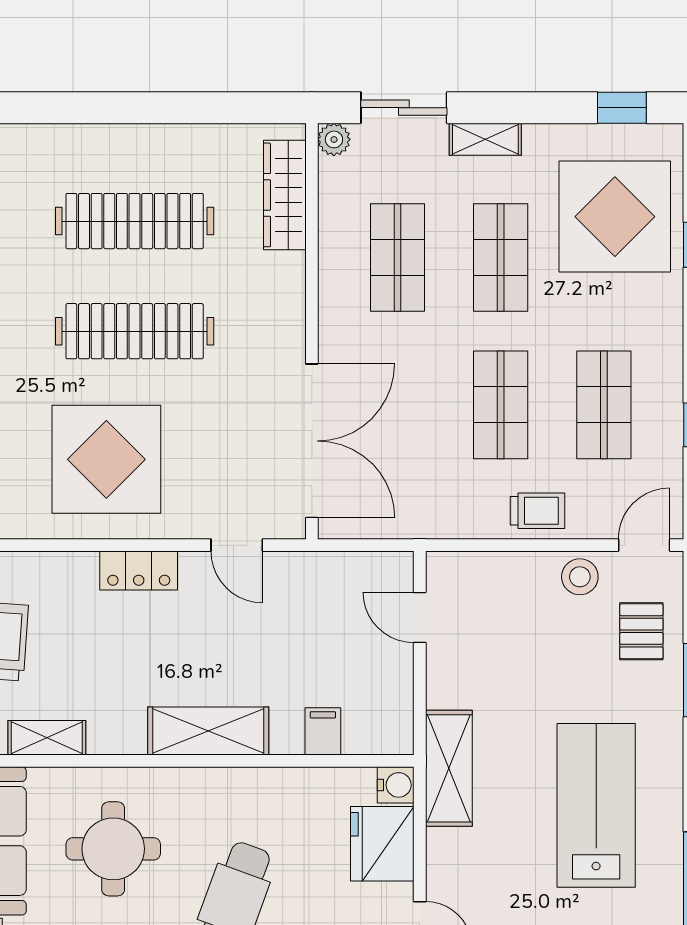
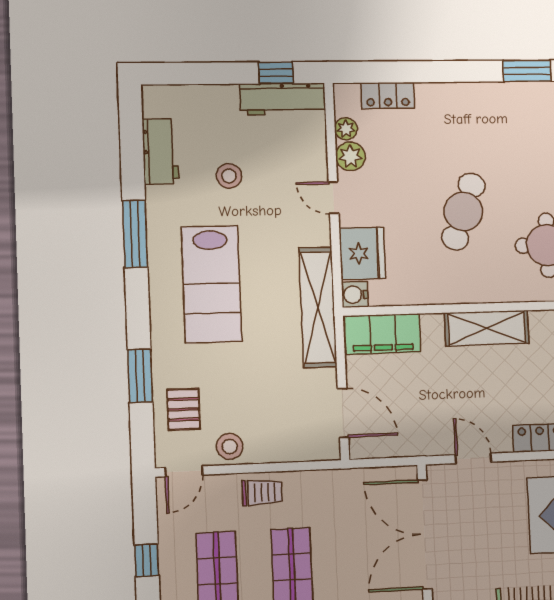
trolley: (538, 511) -> (262, 492), turned 180
door: (420, 617) -> (343, 413), width x1.38
filing cabinet: (323, 731) -> (383, 334), width x3.00, depth x1.17
shelving: (449, 768) -> (318, 307), width x1.47

